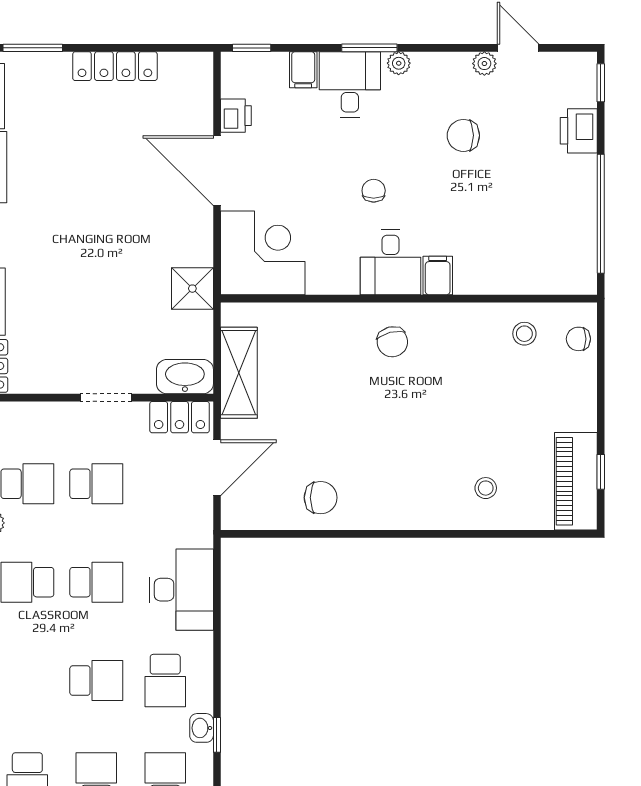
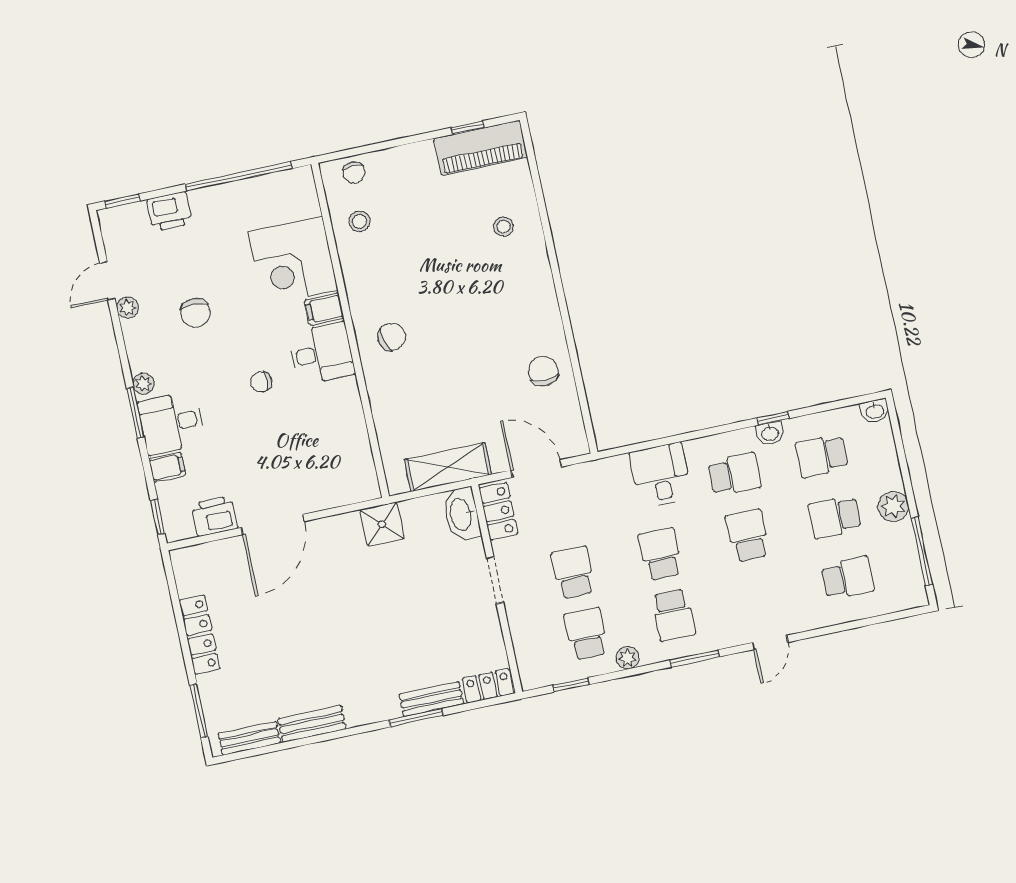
printer: (236, 116) -> (215, 516), width x1.36, depth x1.24
corner desk: (263, 253) -> (293, 261), moved, turned -90
desk: (181, 590) -> (661, 475), width x0.73

